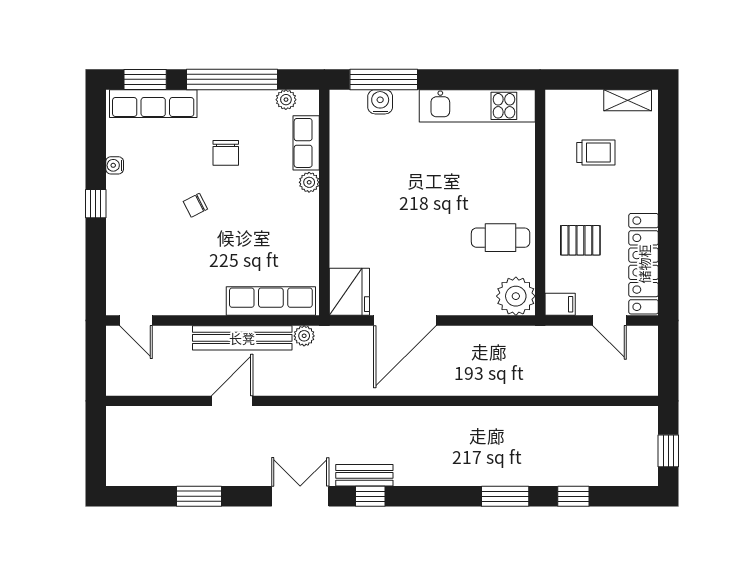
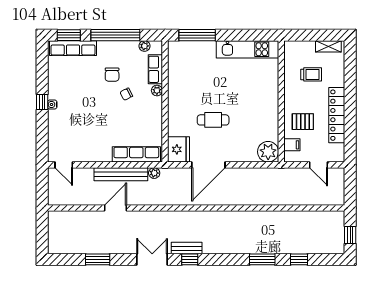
water cooler: (380, 102) -> (195, 47), removed
water cooler: (115, 165) -> (52, 104), moved
chair: (195, 205) -> (126, 94), moved
cafe table: (501, 238) -> (213, 120), moved
locker: (644, 264) -> (337, 115), moved
filing cabinet: (560, 304) -> (292, 145), moved

